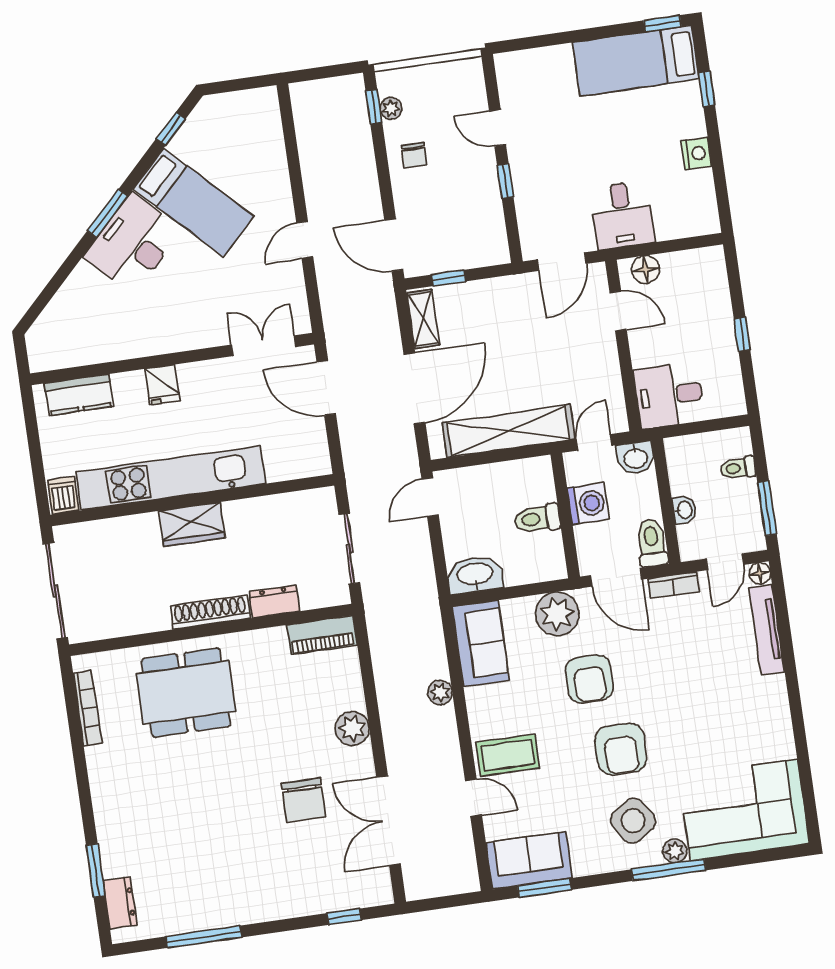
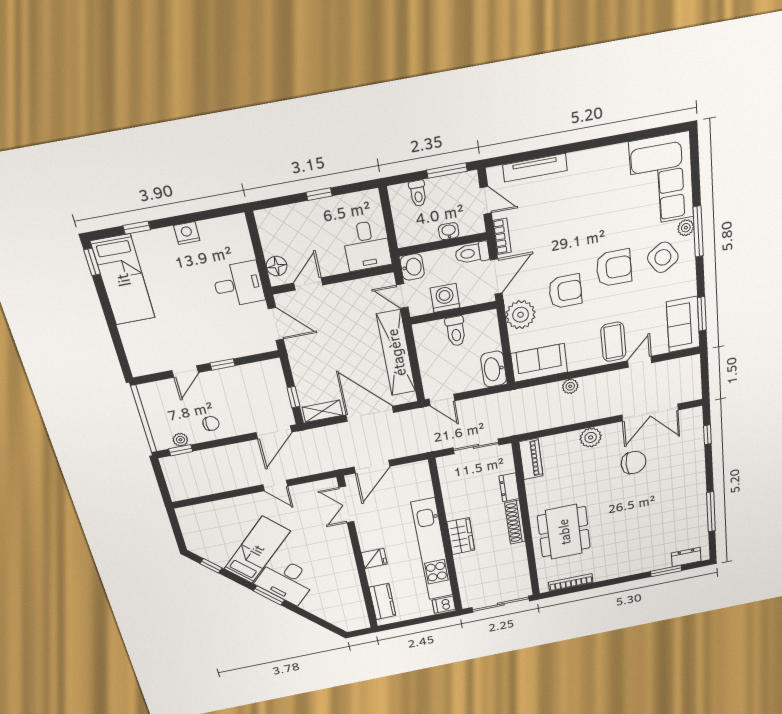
floor lamp: (760, 573) -> (494, 174), removed

